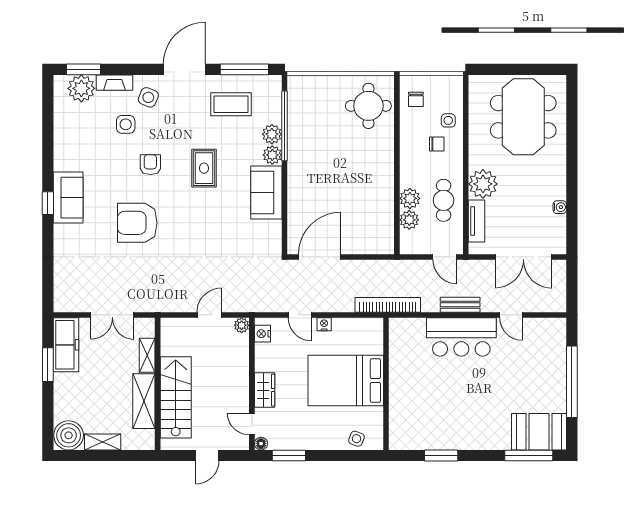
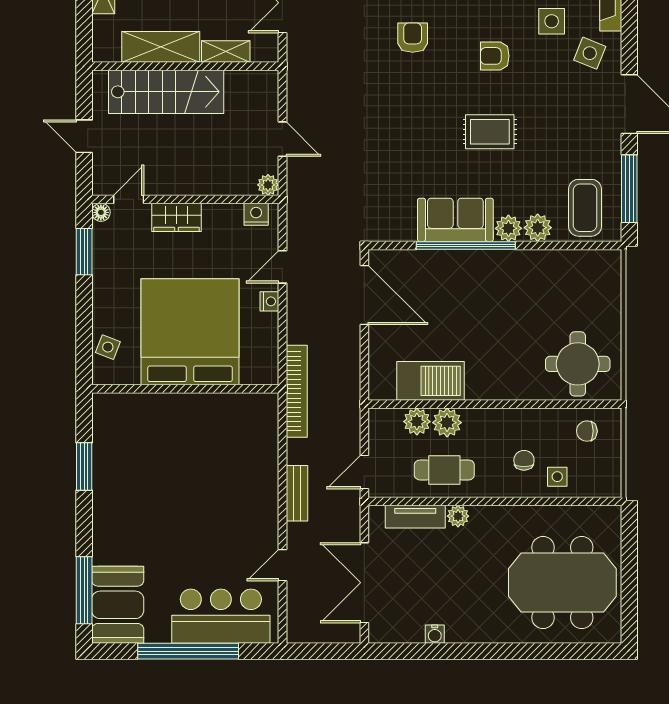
coffee table: (231, 104) -> (585, 208), moved
window: (284, 126) -> (466, 245), moved
chair: (437, 144) -> (524, 460), turned 180
armchair: (150, 165) -> (495, 56), turned 180
plant: (483, 184) -> (458, 516), width x0.53, depth x0.53
barbecue: (380, 210) -> (431, 381), added
armchair: (137, 223) -> (413, 38), width x0.53, depth x0.53
bar counter: (461, 337) -> (221, 616), moved, turned 90
bed: (346, 381) -> (190, 332), width x1.36

